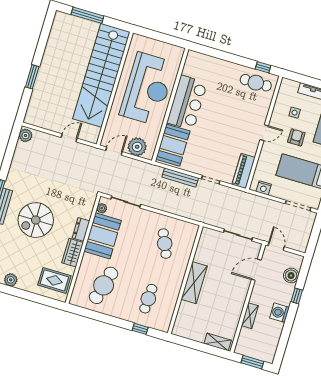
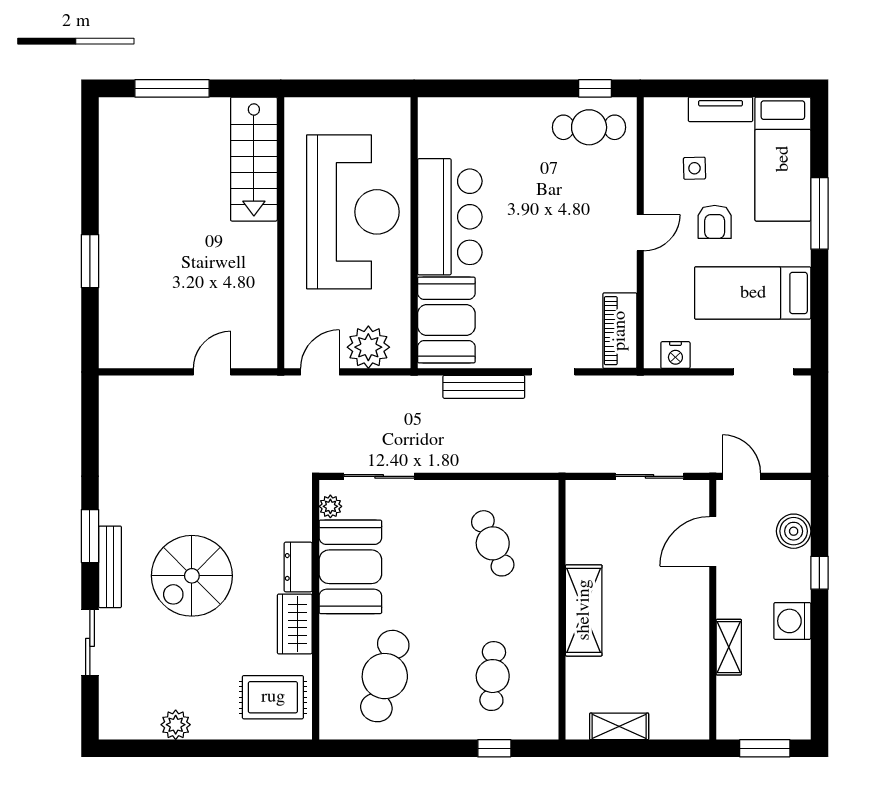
stairs: (101, 75) -> (254, 159), width x0.54, depth x0.66
plant: (26, 135) -> (114, 395), removed
armchair: (296, 137) -> (715, 222), turned 180
shelving: (218, 342) -> (619, 726), moved

